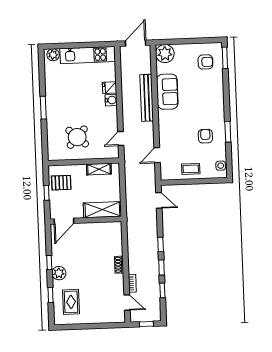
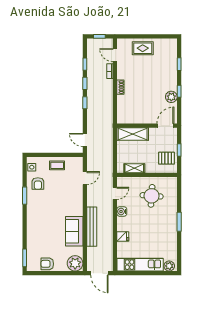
door: (136, 43) -> (99, 273), hinge flipped
armchair: (205, 62) -> (47, 264), moved
water cooler: (111, 100) -> (122, 211), moved
armchair: (205, 136) -> (38, 184), moved
round table: (77, 137) -> (152, 196), turned -38
plant: (59, 273) -> (171, 97), moved
rug: (71, 302) -> (143, 48), moved, turned 90

